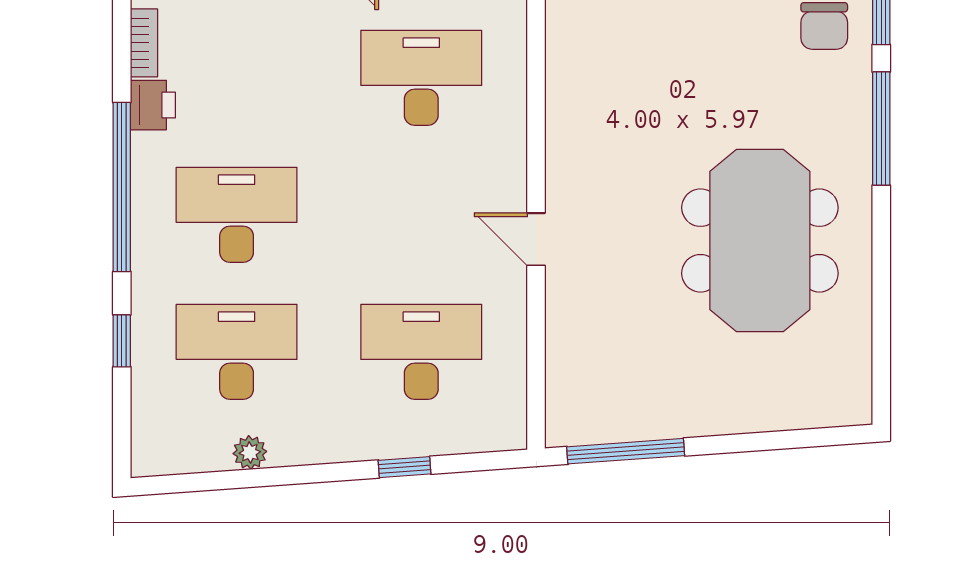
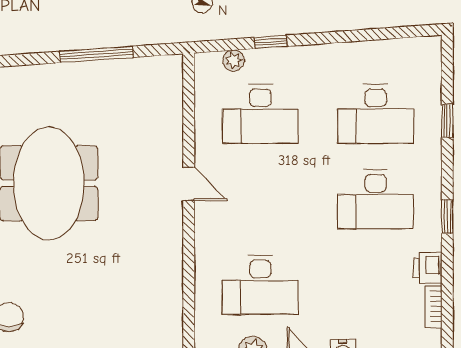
window: (122, 187) -> (447, 217), width x0.32
window: (626, 451) -> (96, 54), moved
plant: (250, 453) -> (234, 61), moved

